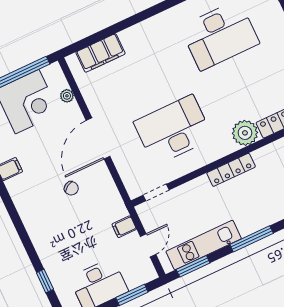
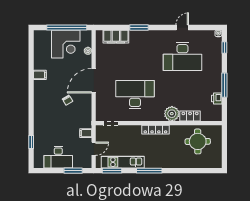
window: (130, 22) -> (139, 27), added

